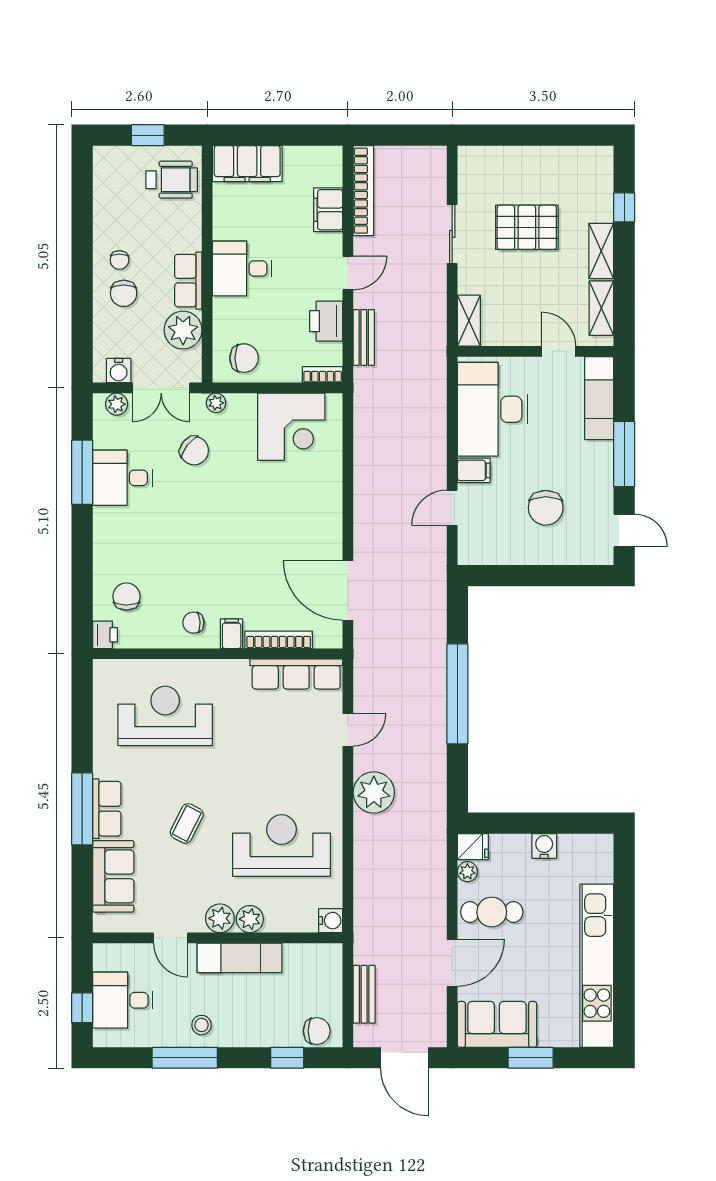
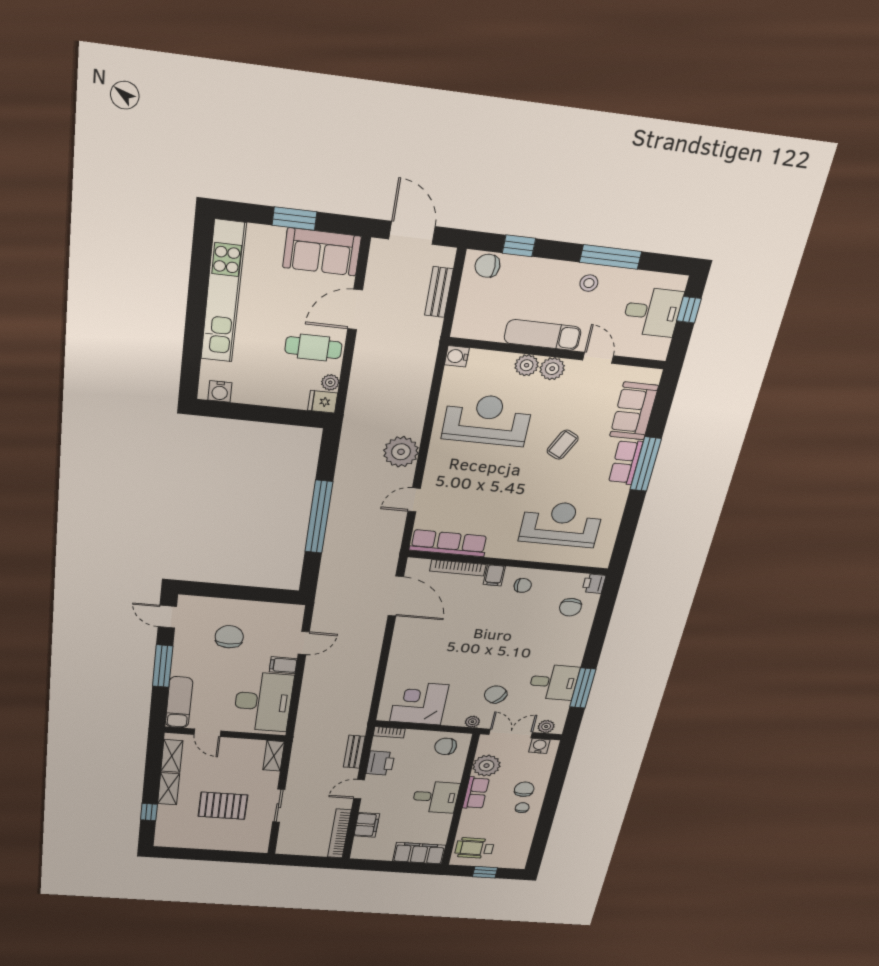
reception desk: (165, 716) -> (561, 524), turned 180
reception desk: (282, 846) -> (487, 420), turned 180
water cooler: (544, 846) -> (220, 391), moved

